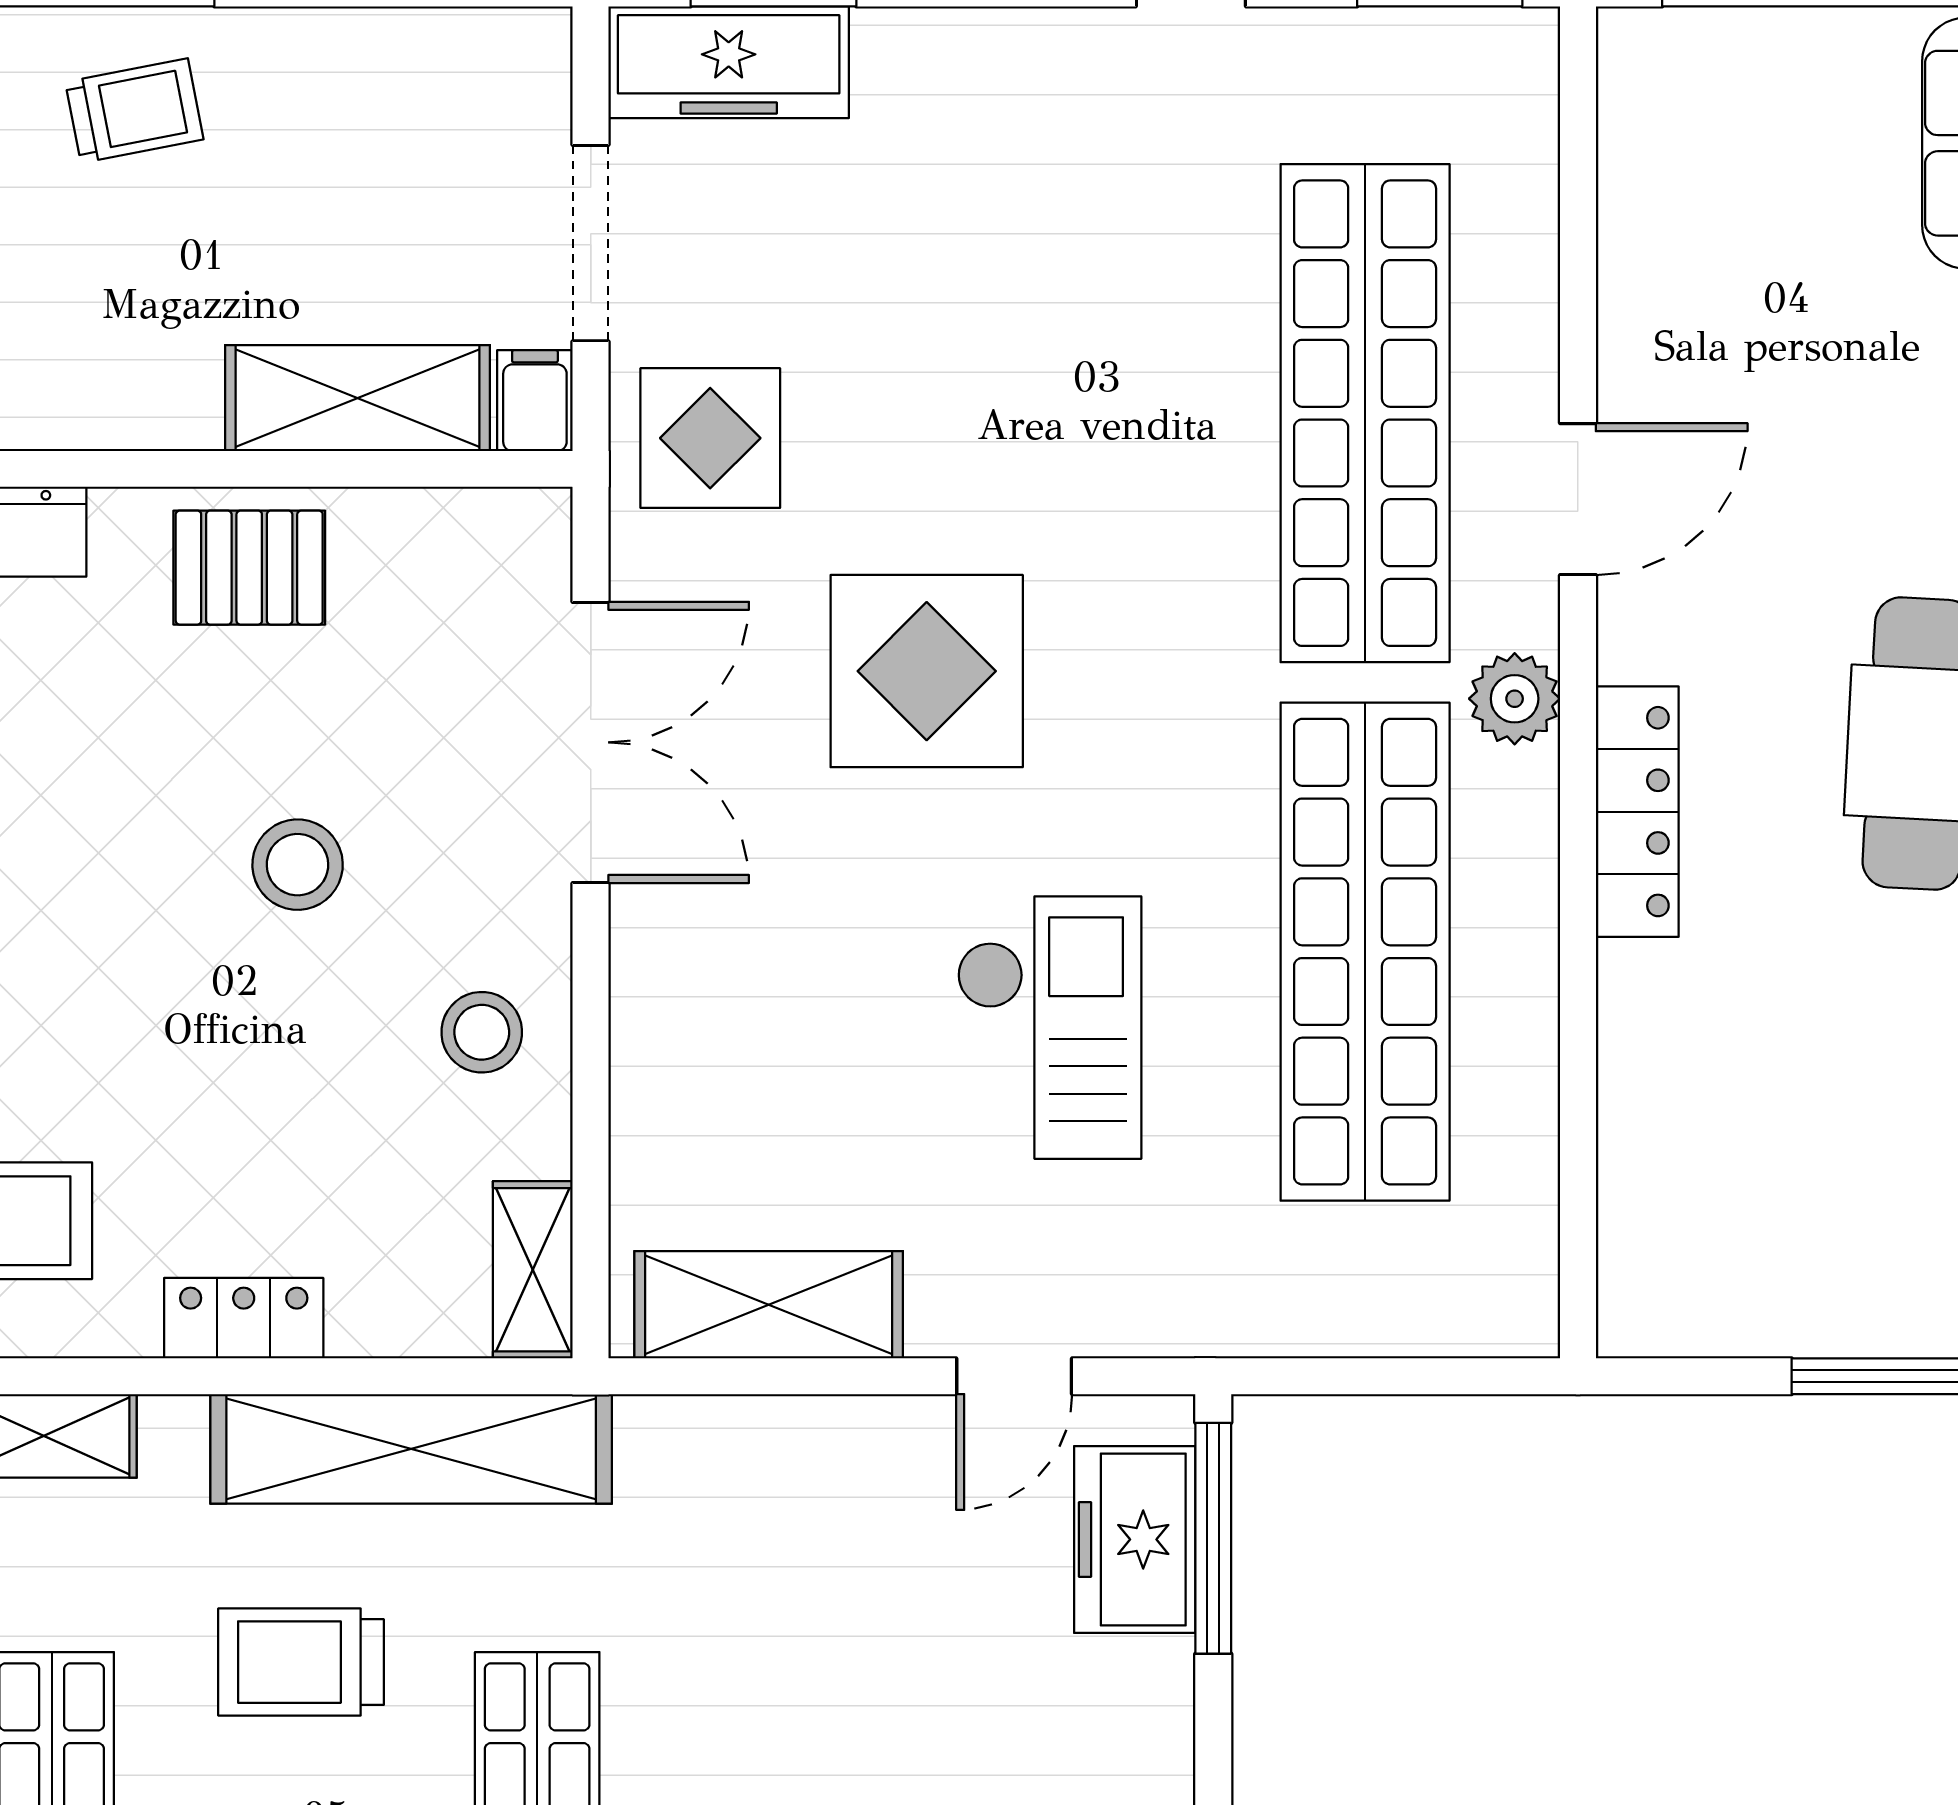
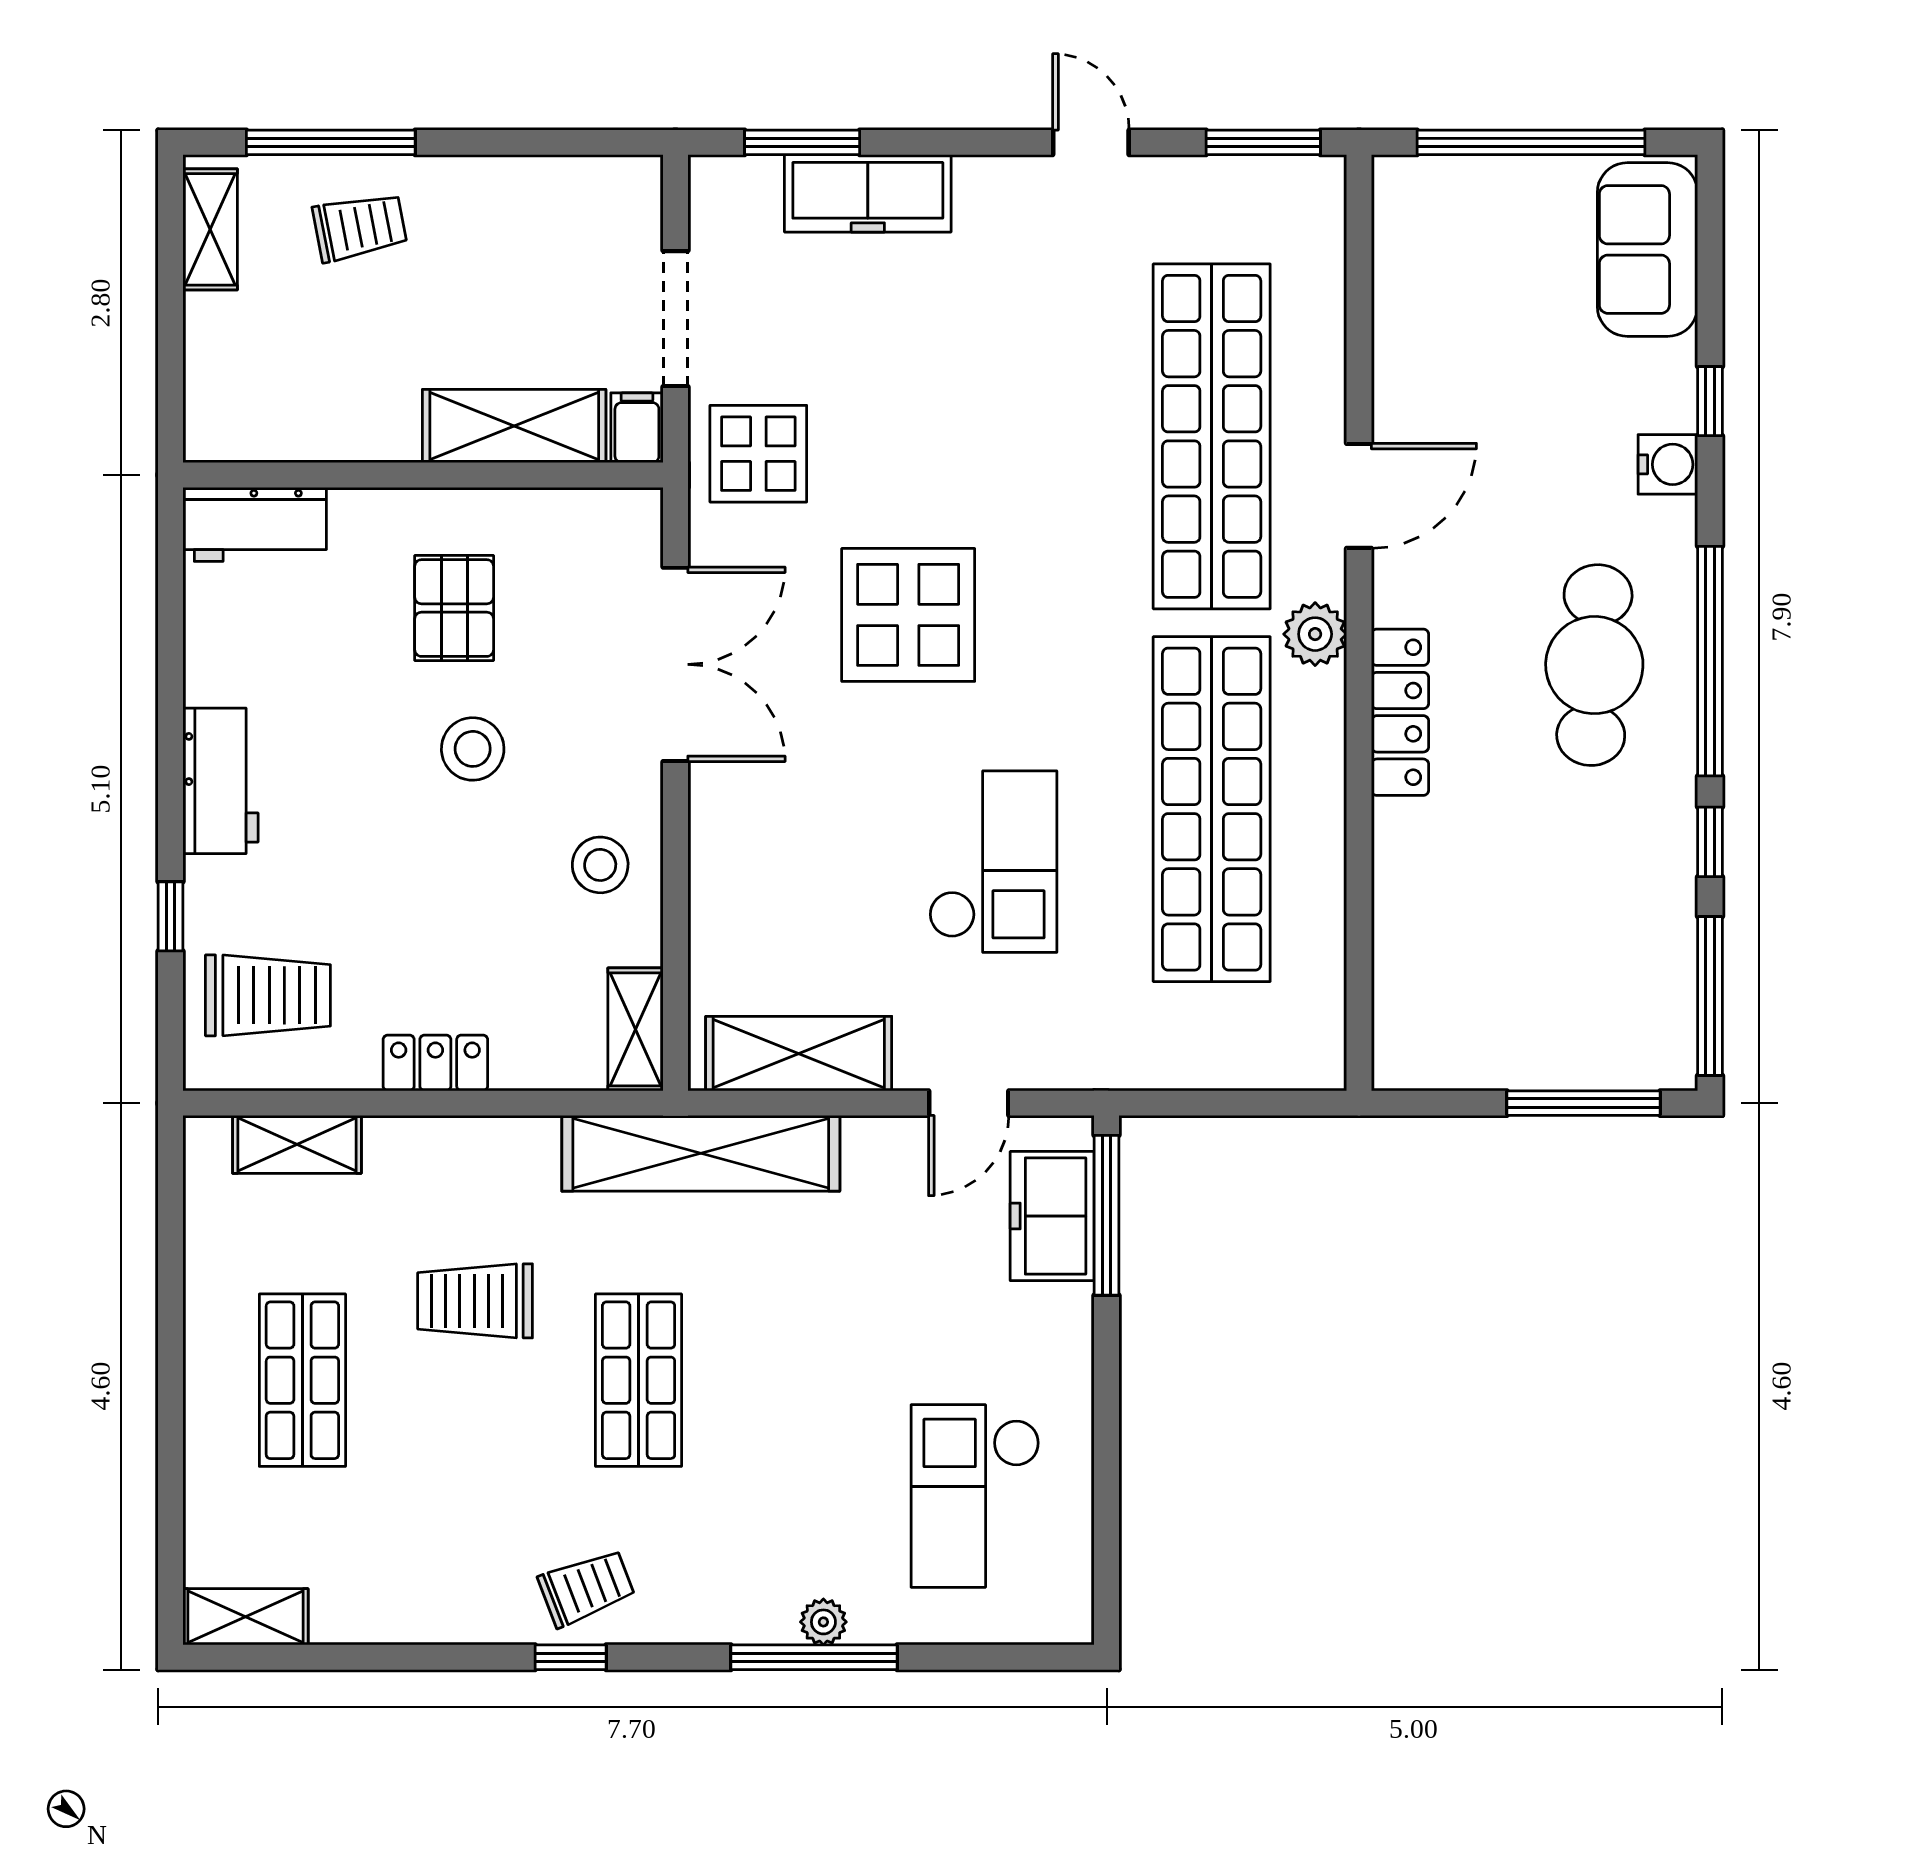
freezer: (729, 62) -> (868, 193), moved
pallet: (249, 568) -> (454, 608), moved, turned 90
shelving: (411, 1449) -> (701, 1153), moved

